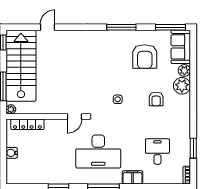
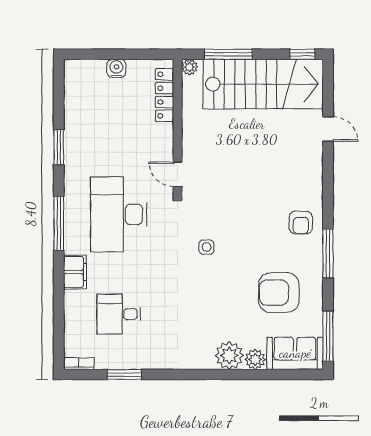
armchair: (156, 99) -> (301, 223), moved, turned -90
desk: (157, 151) -> (119, 314), turned 180

